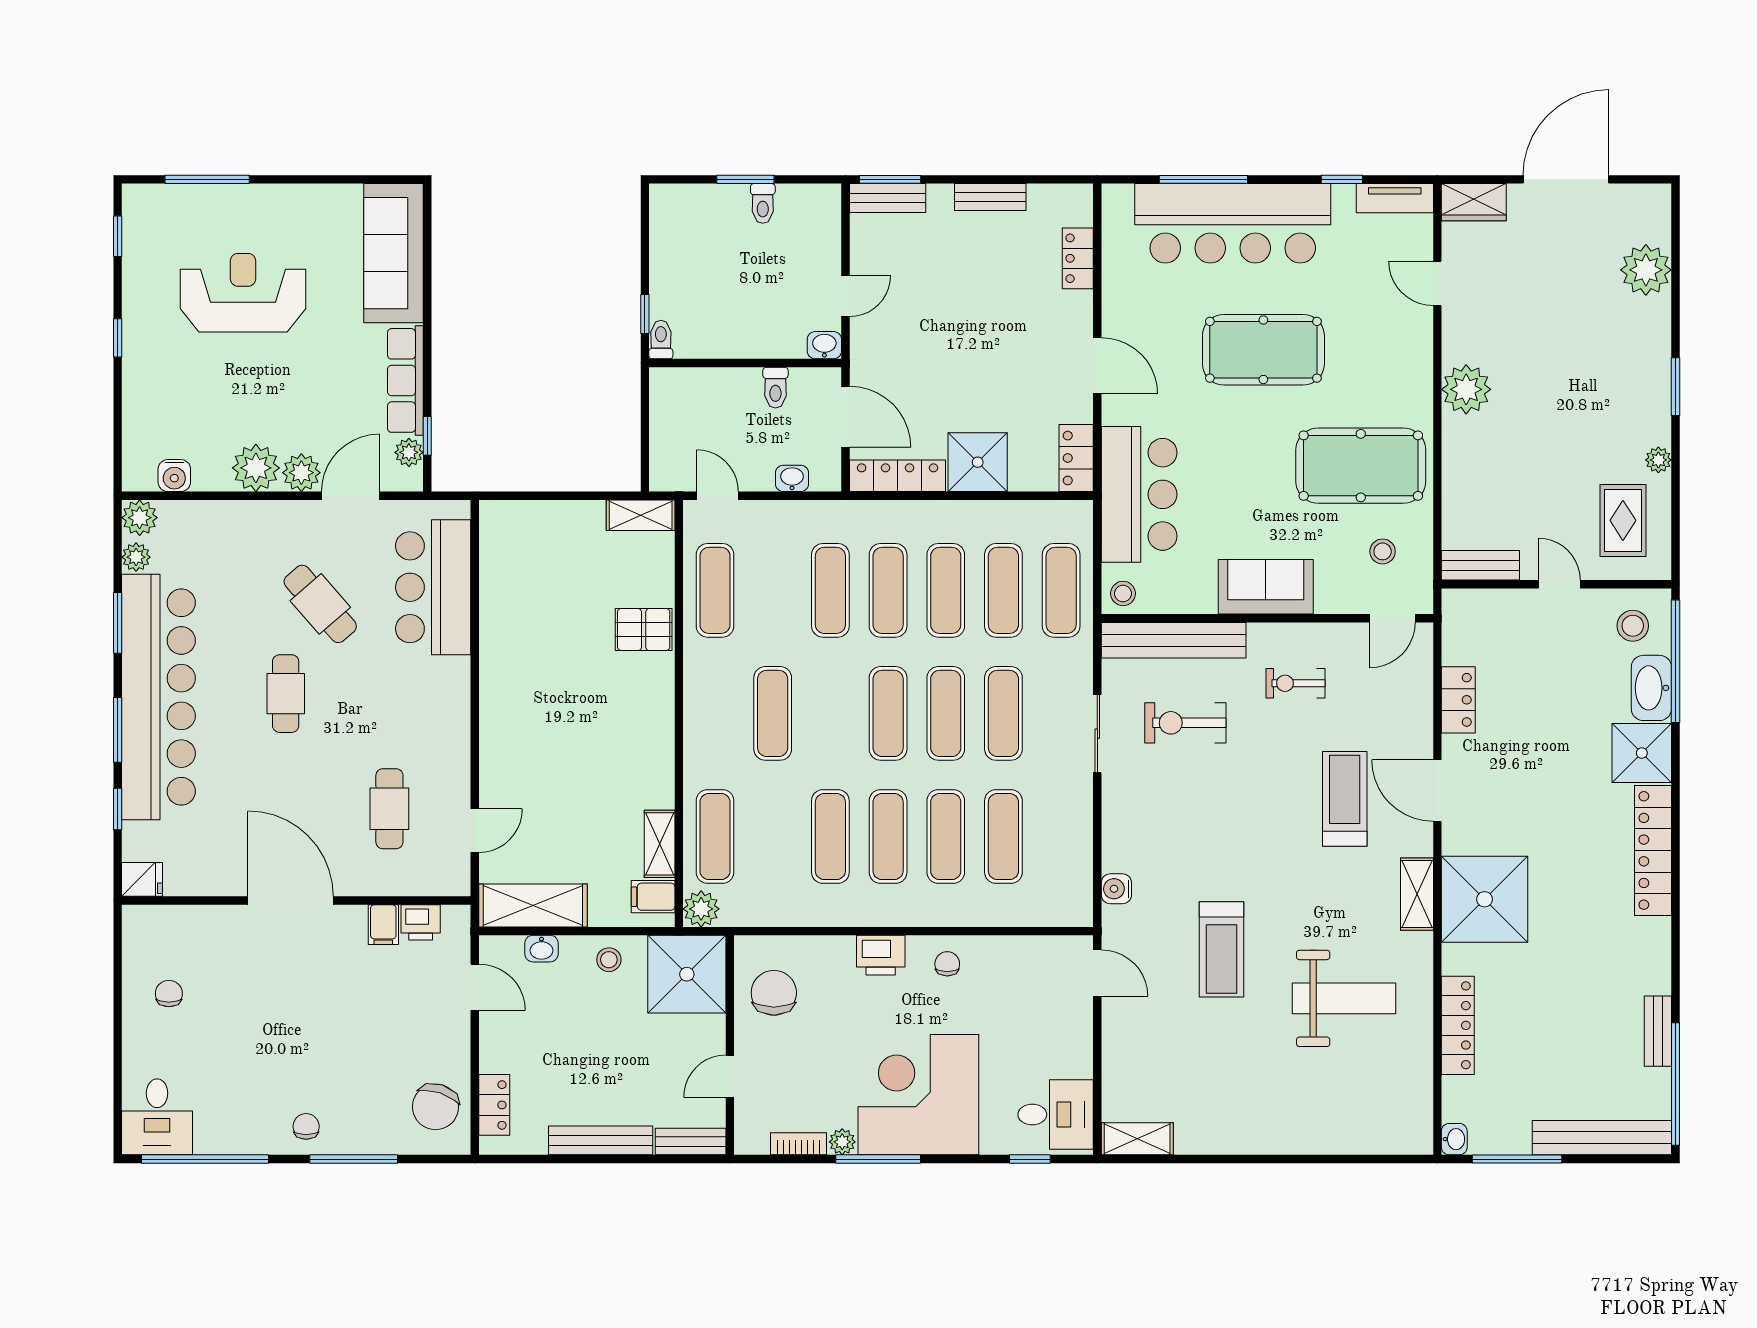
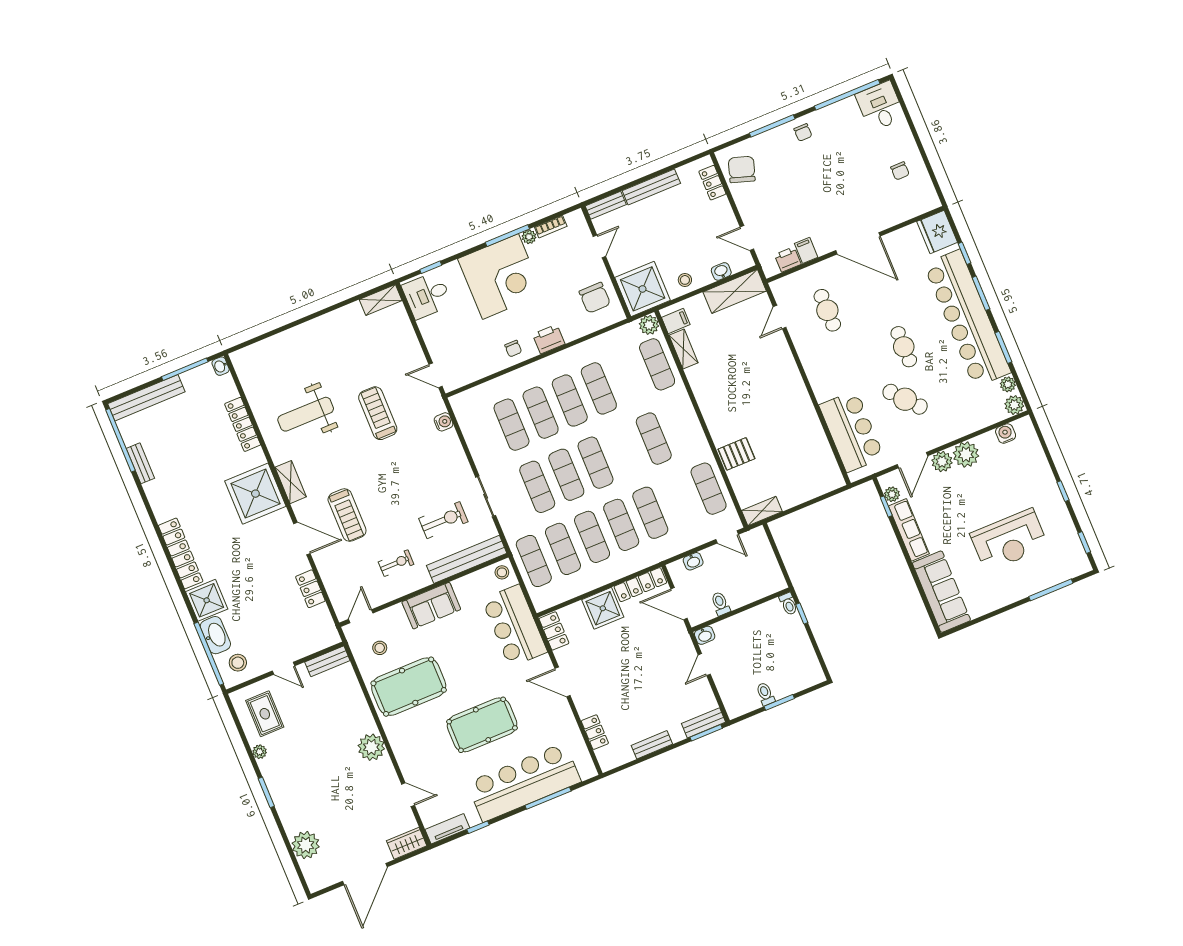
fridge: (142, 879) -> (937, 232), width x1.88, depth x1.34

